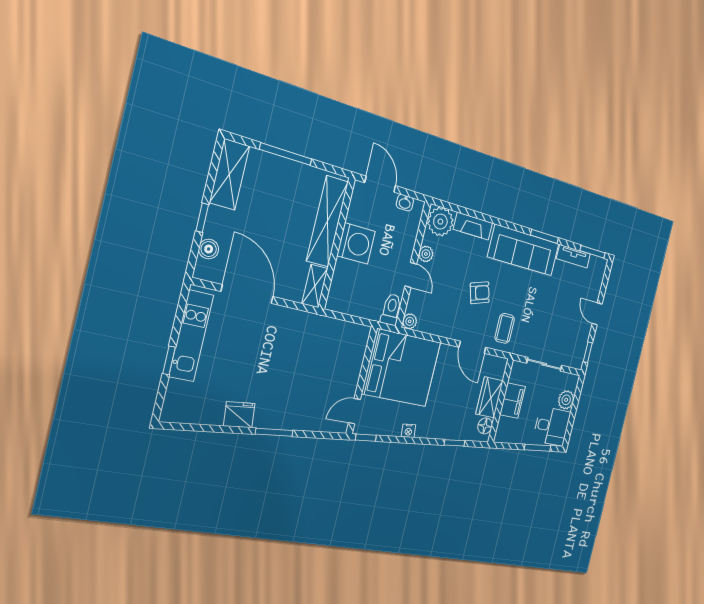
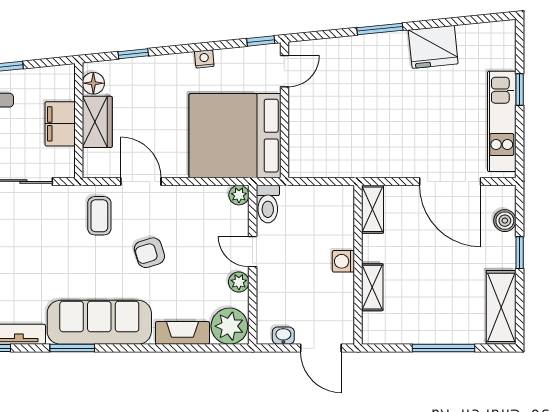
shelving: (327, 221) -> (372, 287), width x0.45, depth x0.75
washing machine: (356, 244) -> (343, 261), width x0.53, depth x0.53
fridge: (239, 415) -> (433, 47), width x1.36, depth x1.34

